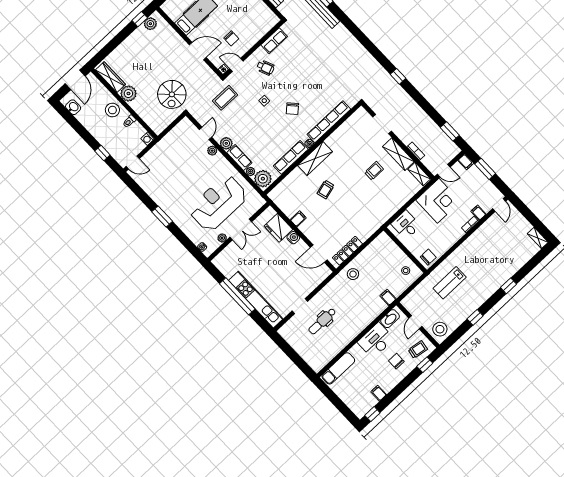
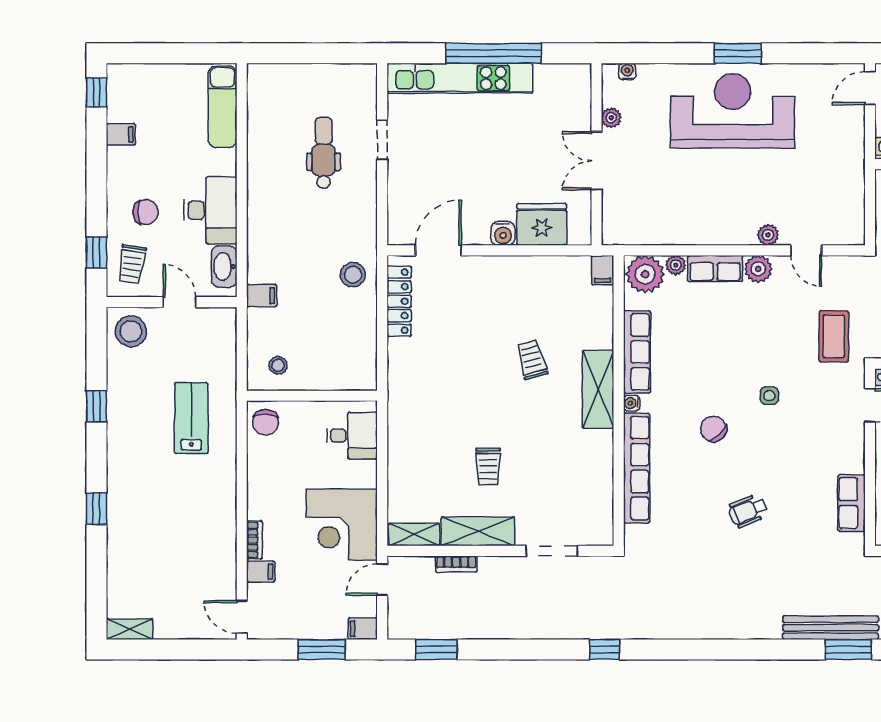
wheelchair: (265, 68) -> (748, 511), moved
reception desk: (218, 203) -> (733, 111), moved, turned -90
filing cabinet: (298, 219) -> (603, 270), moved

